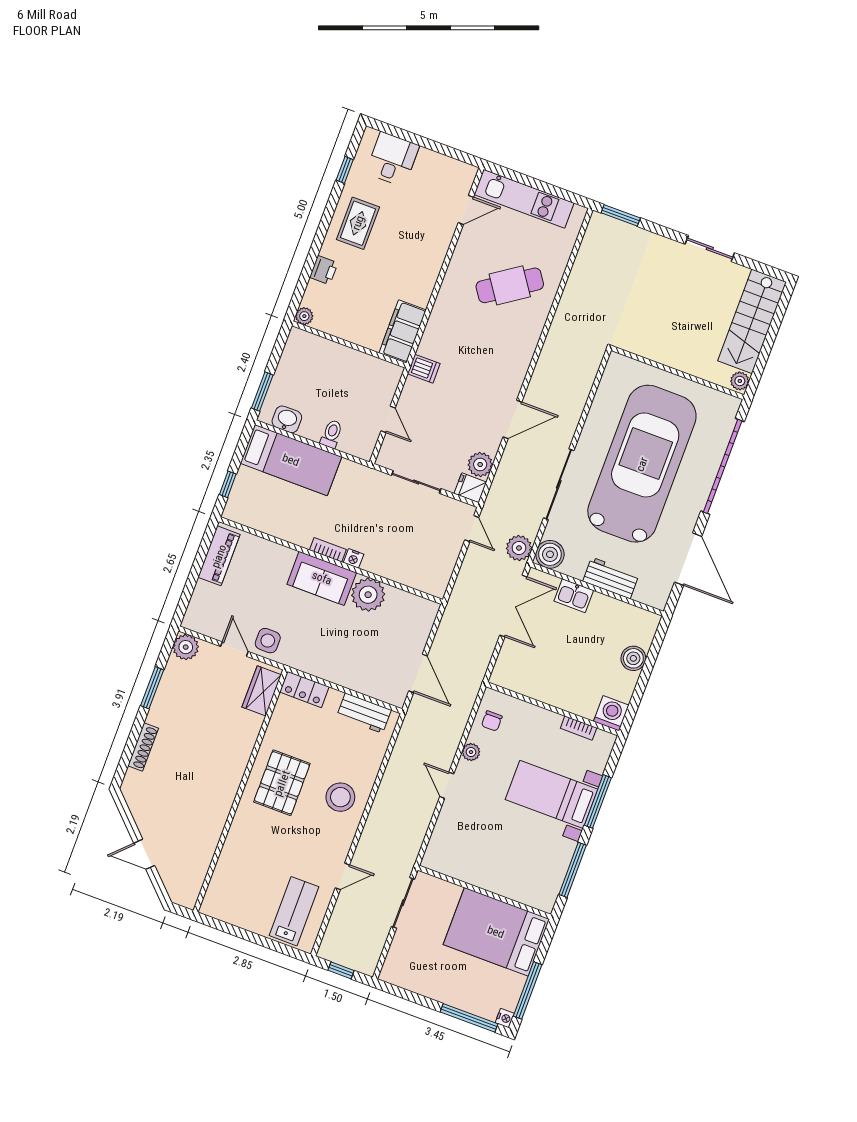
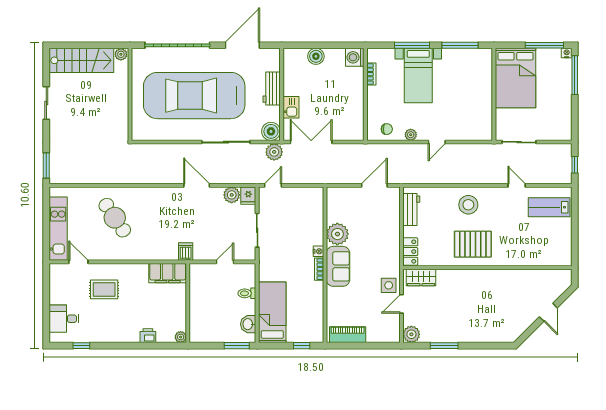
rug: (358, 223) -> (104, 289), moved
shoe rack: (143, 747) -> (483, 338), removed

